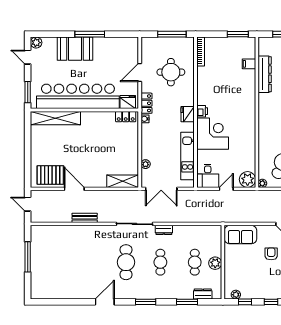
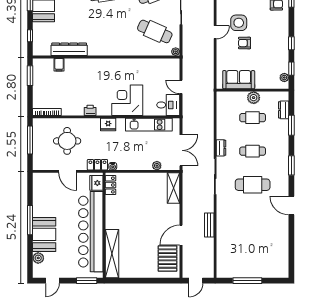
plant: (36, 43) -> (38, 258), moved
printer: (202, 111) -> (90, 110), moved
plant: (248, 179) -> (172, 66), removed
sofa: (240, 235) -> (239, 80), moved, turned -90

